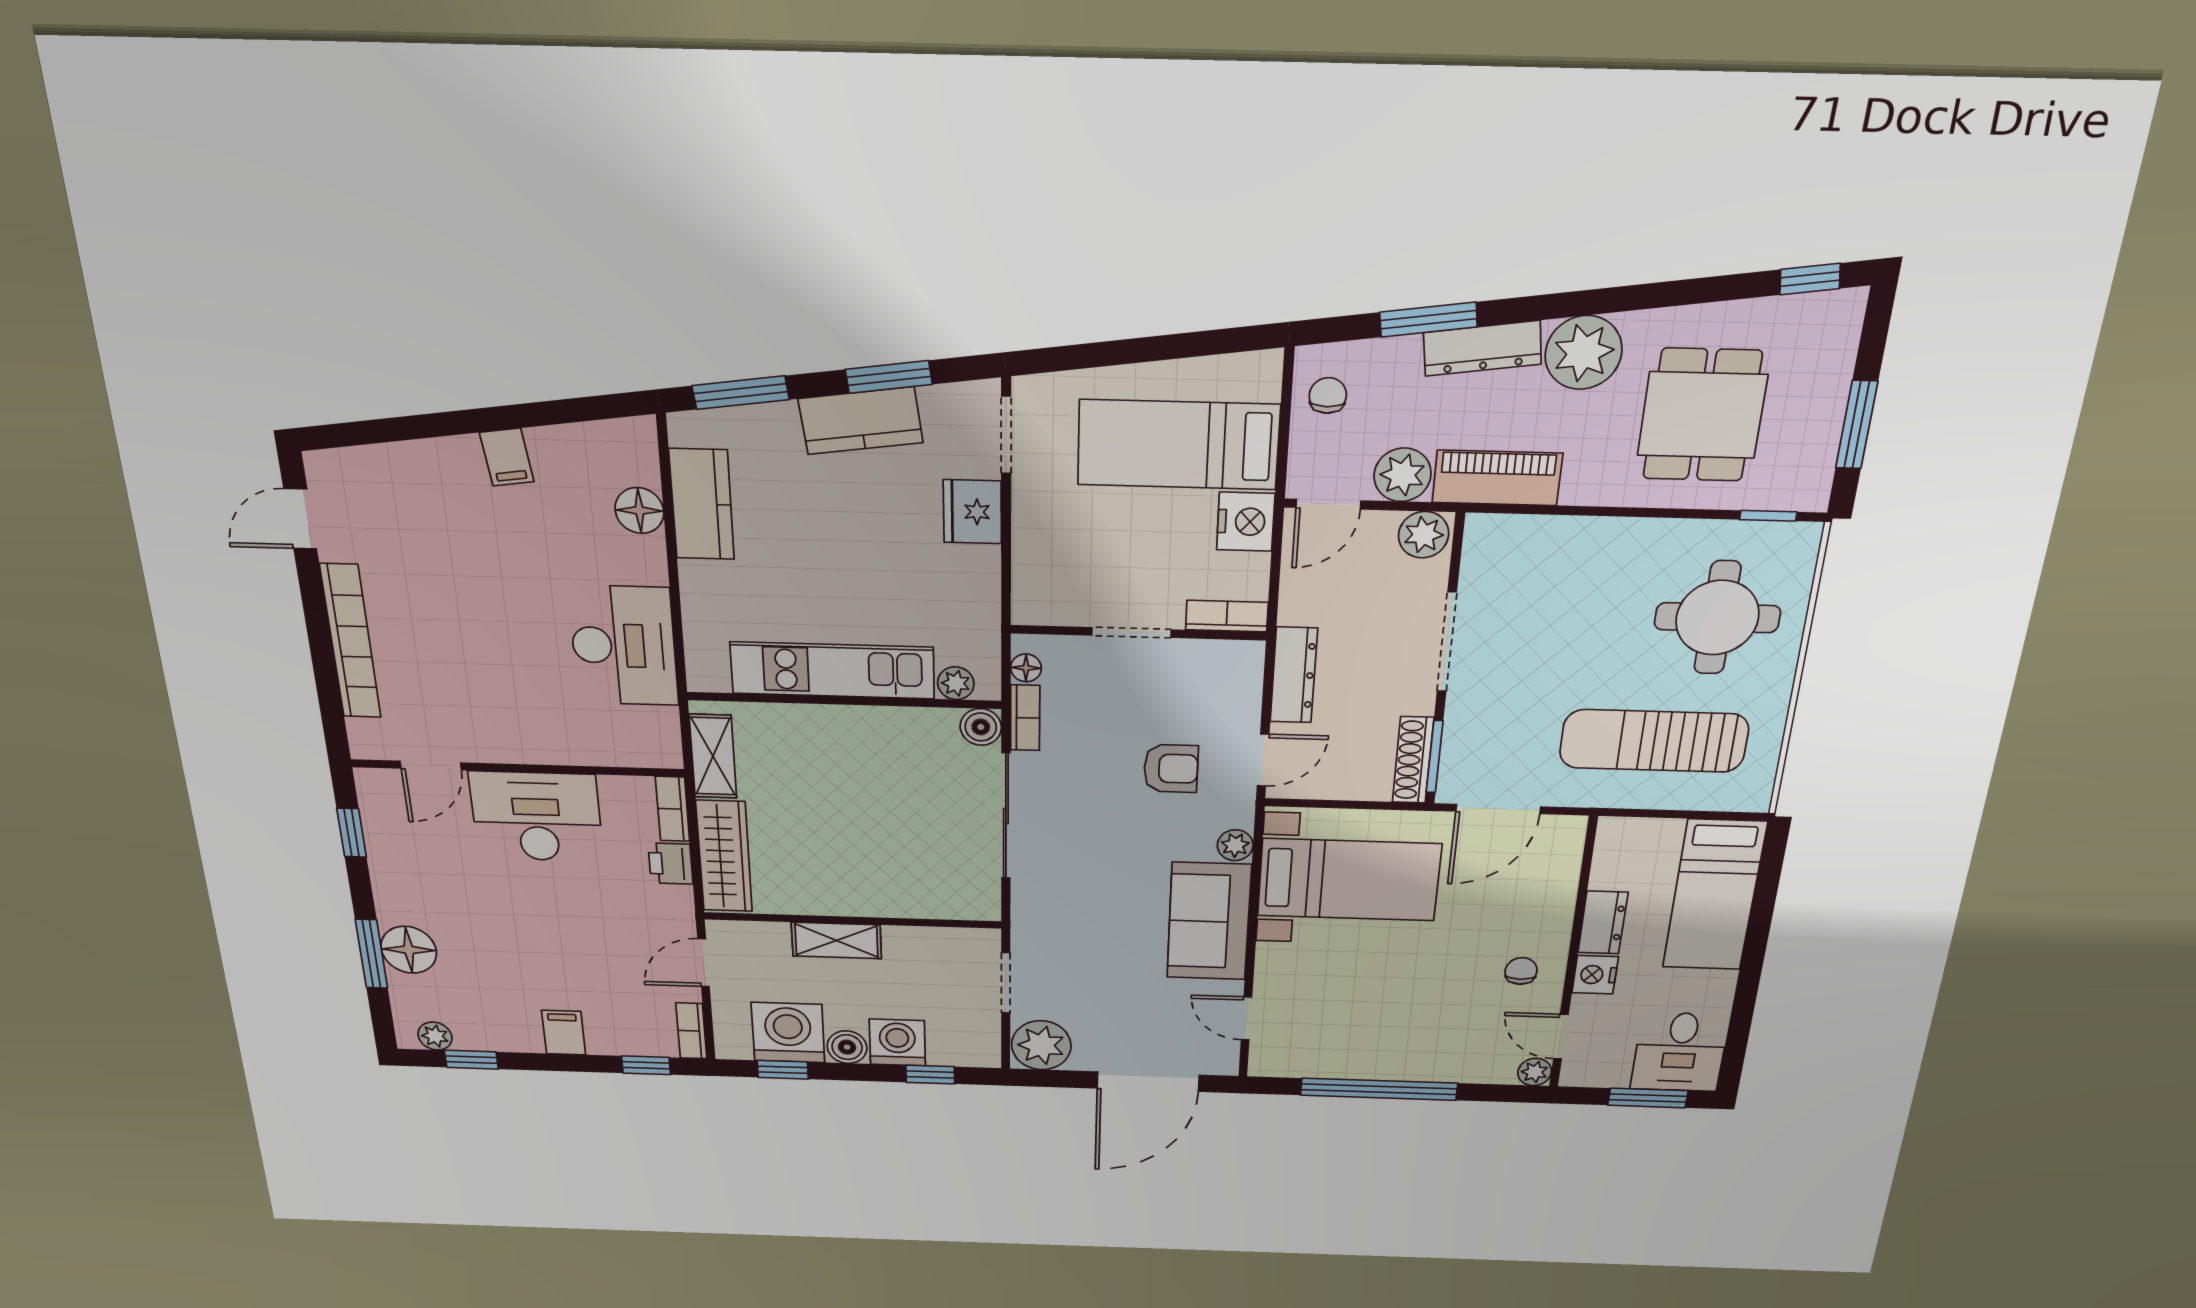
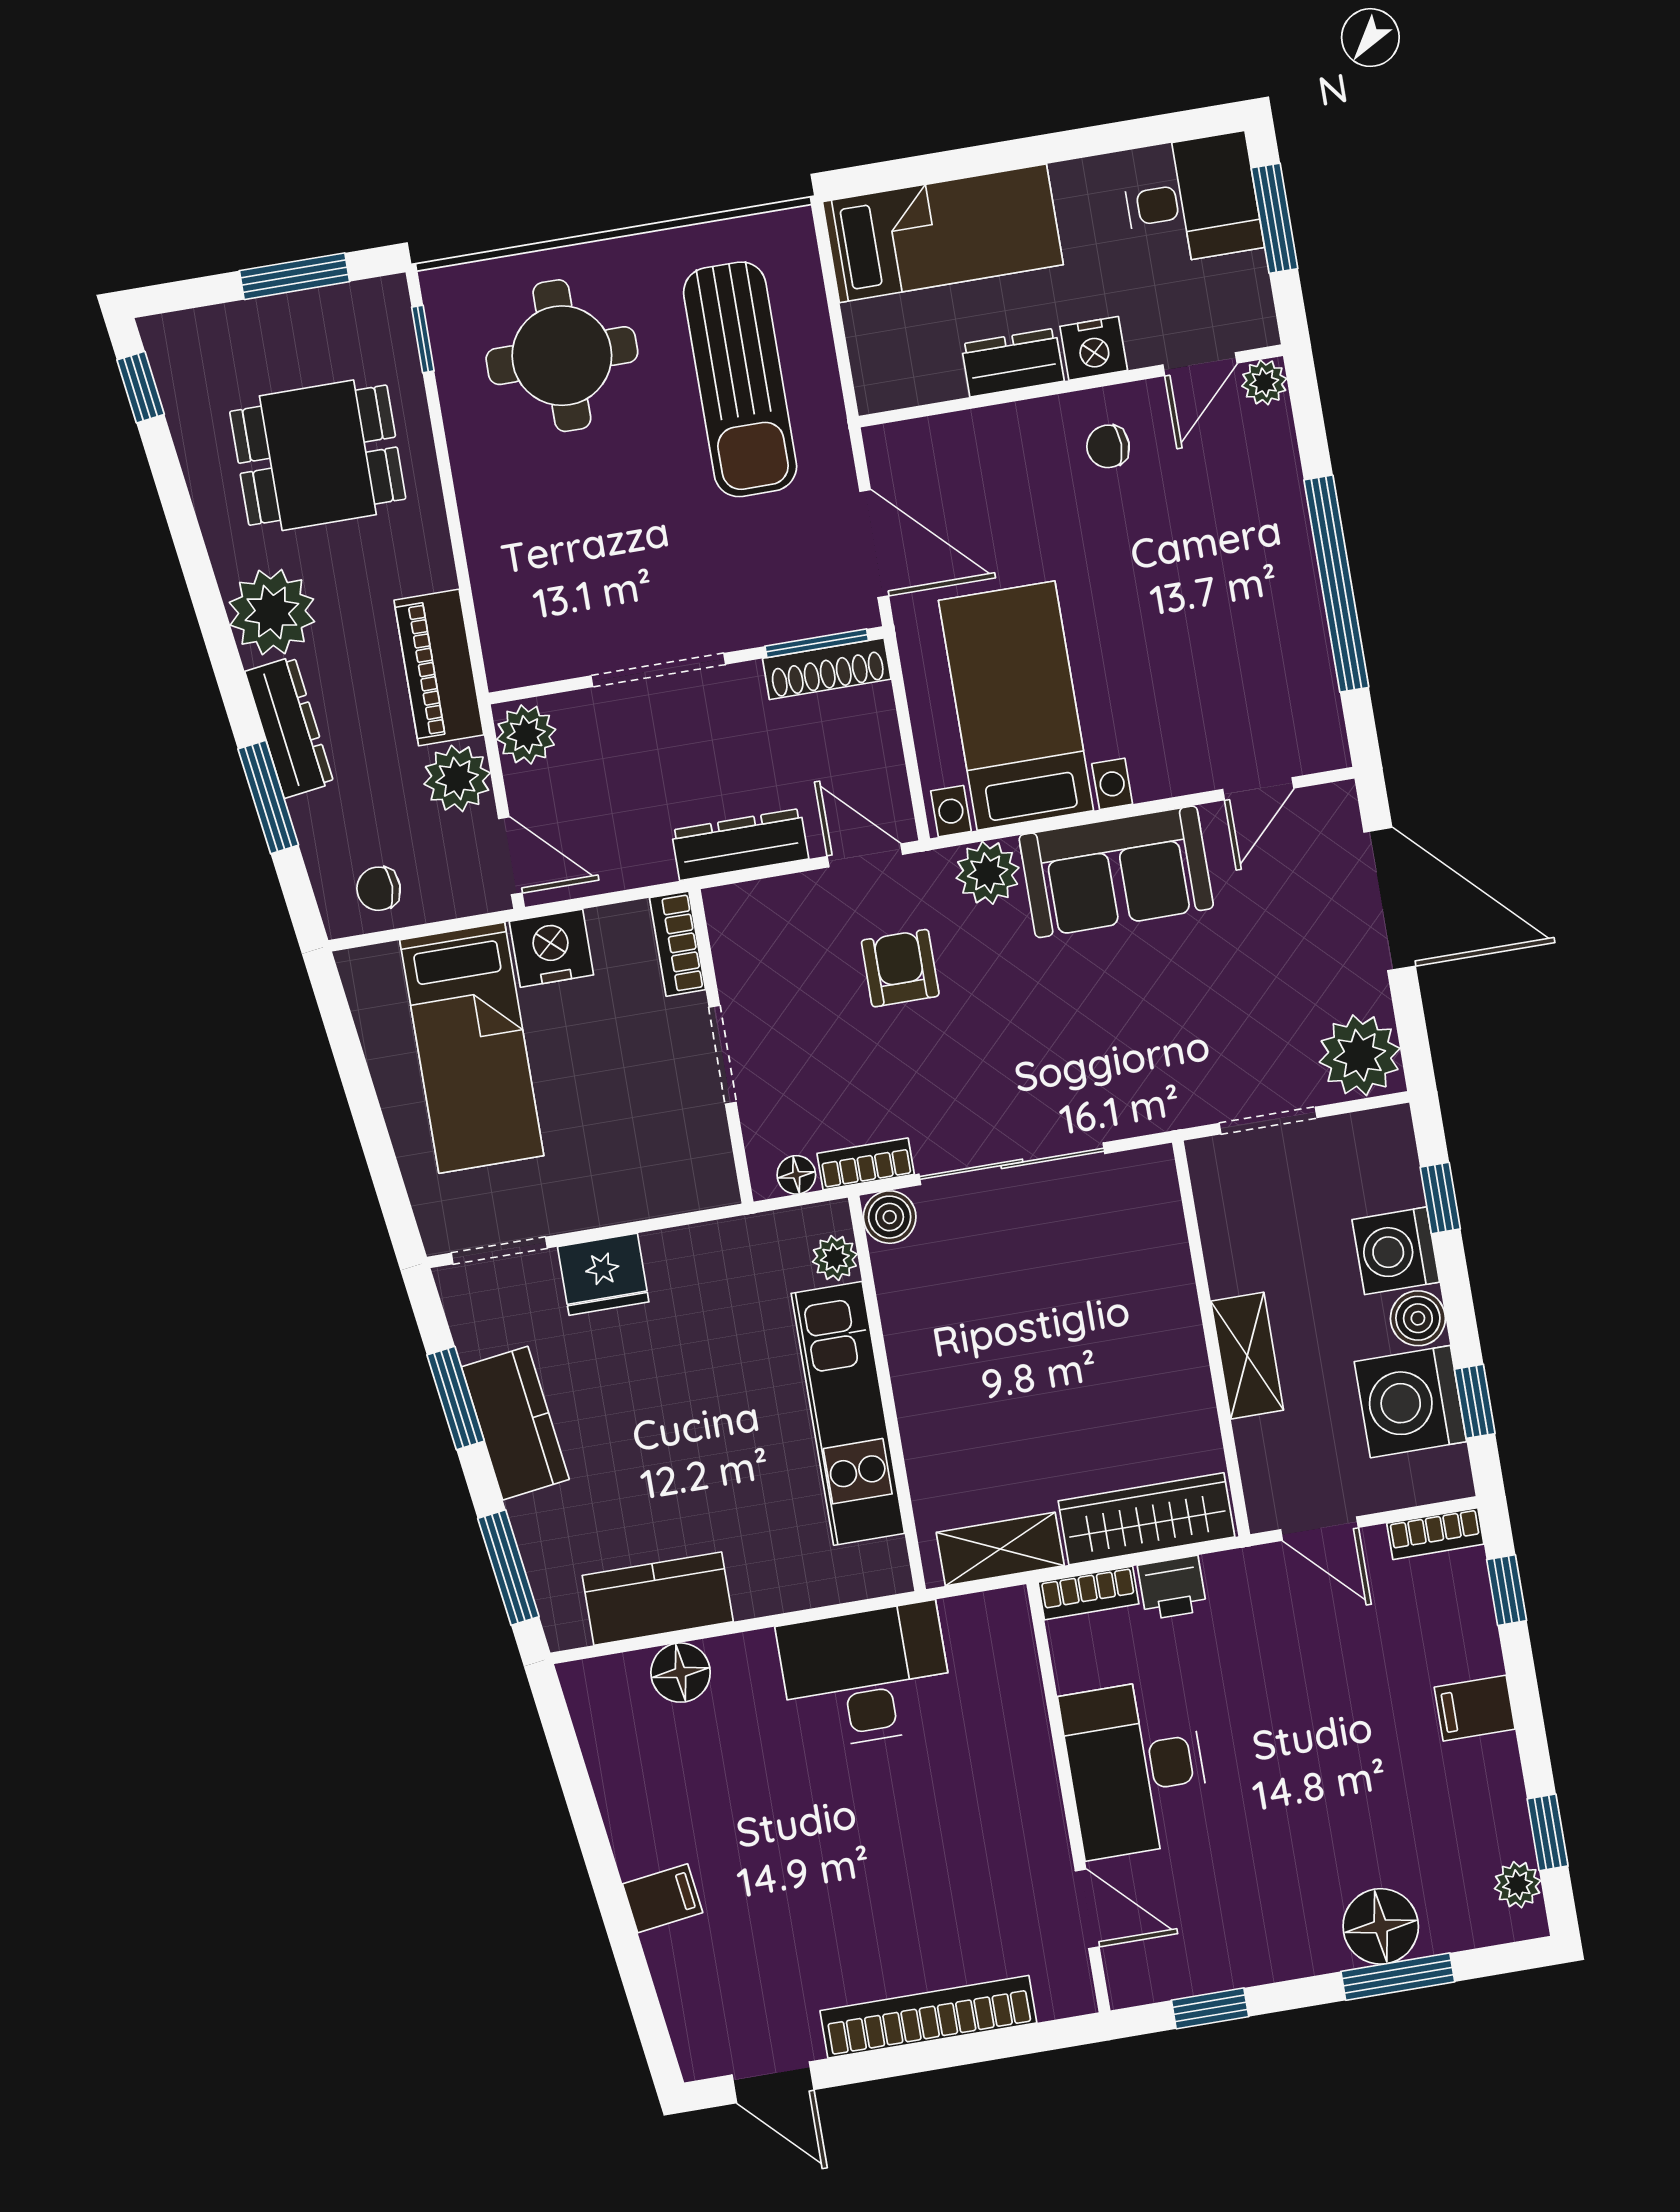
filing cabinet: (507, 457) -> (663, 1898), moved
plant: (1235, 845) -> (988, 873), width x1.38, depth x1.38

